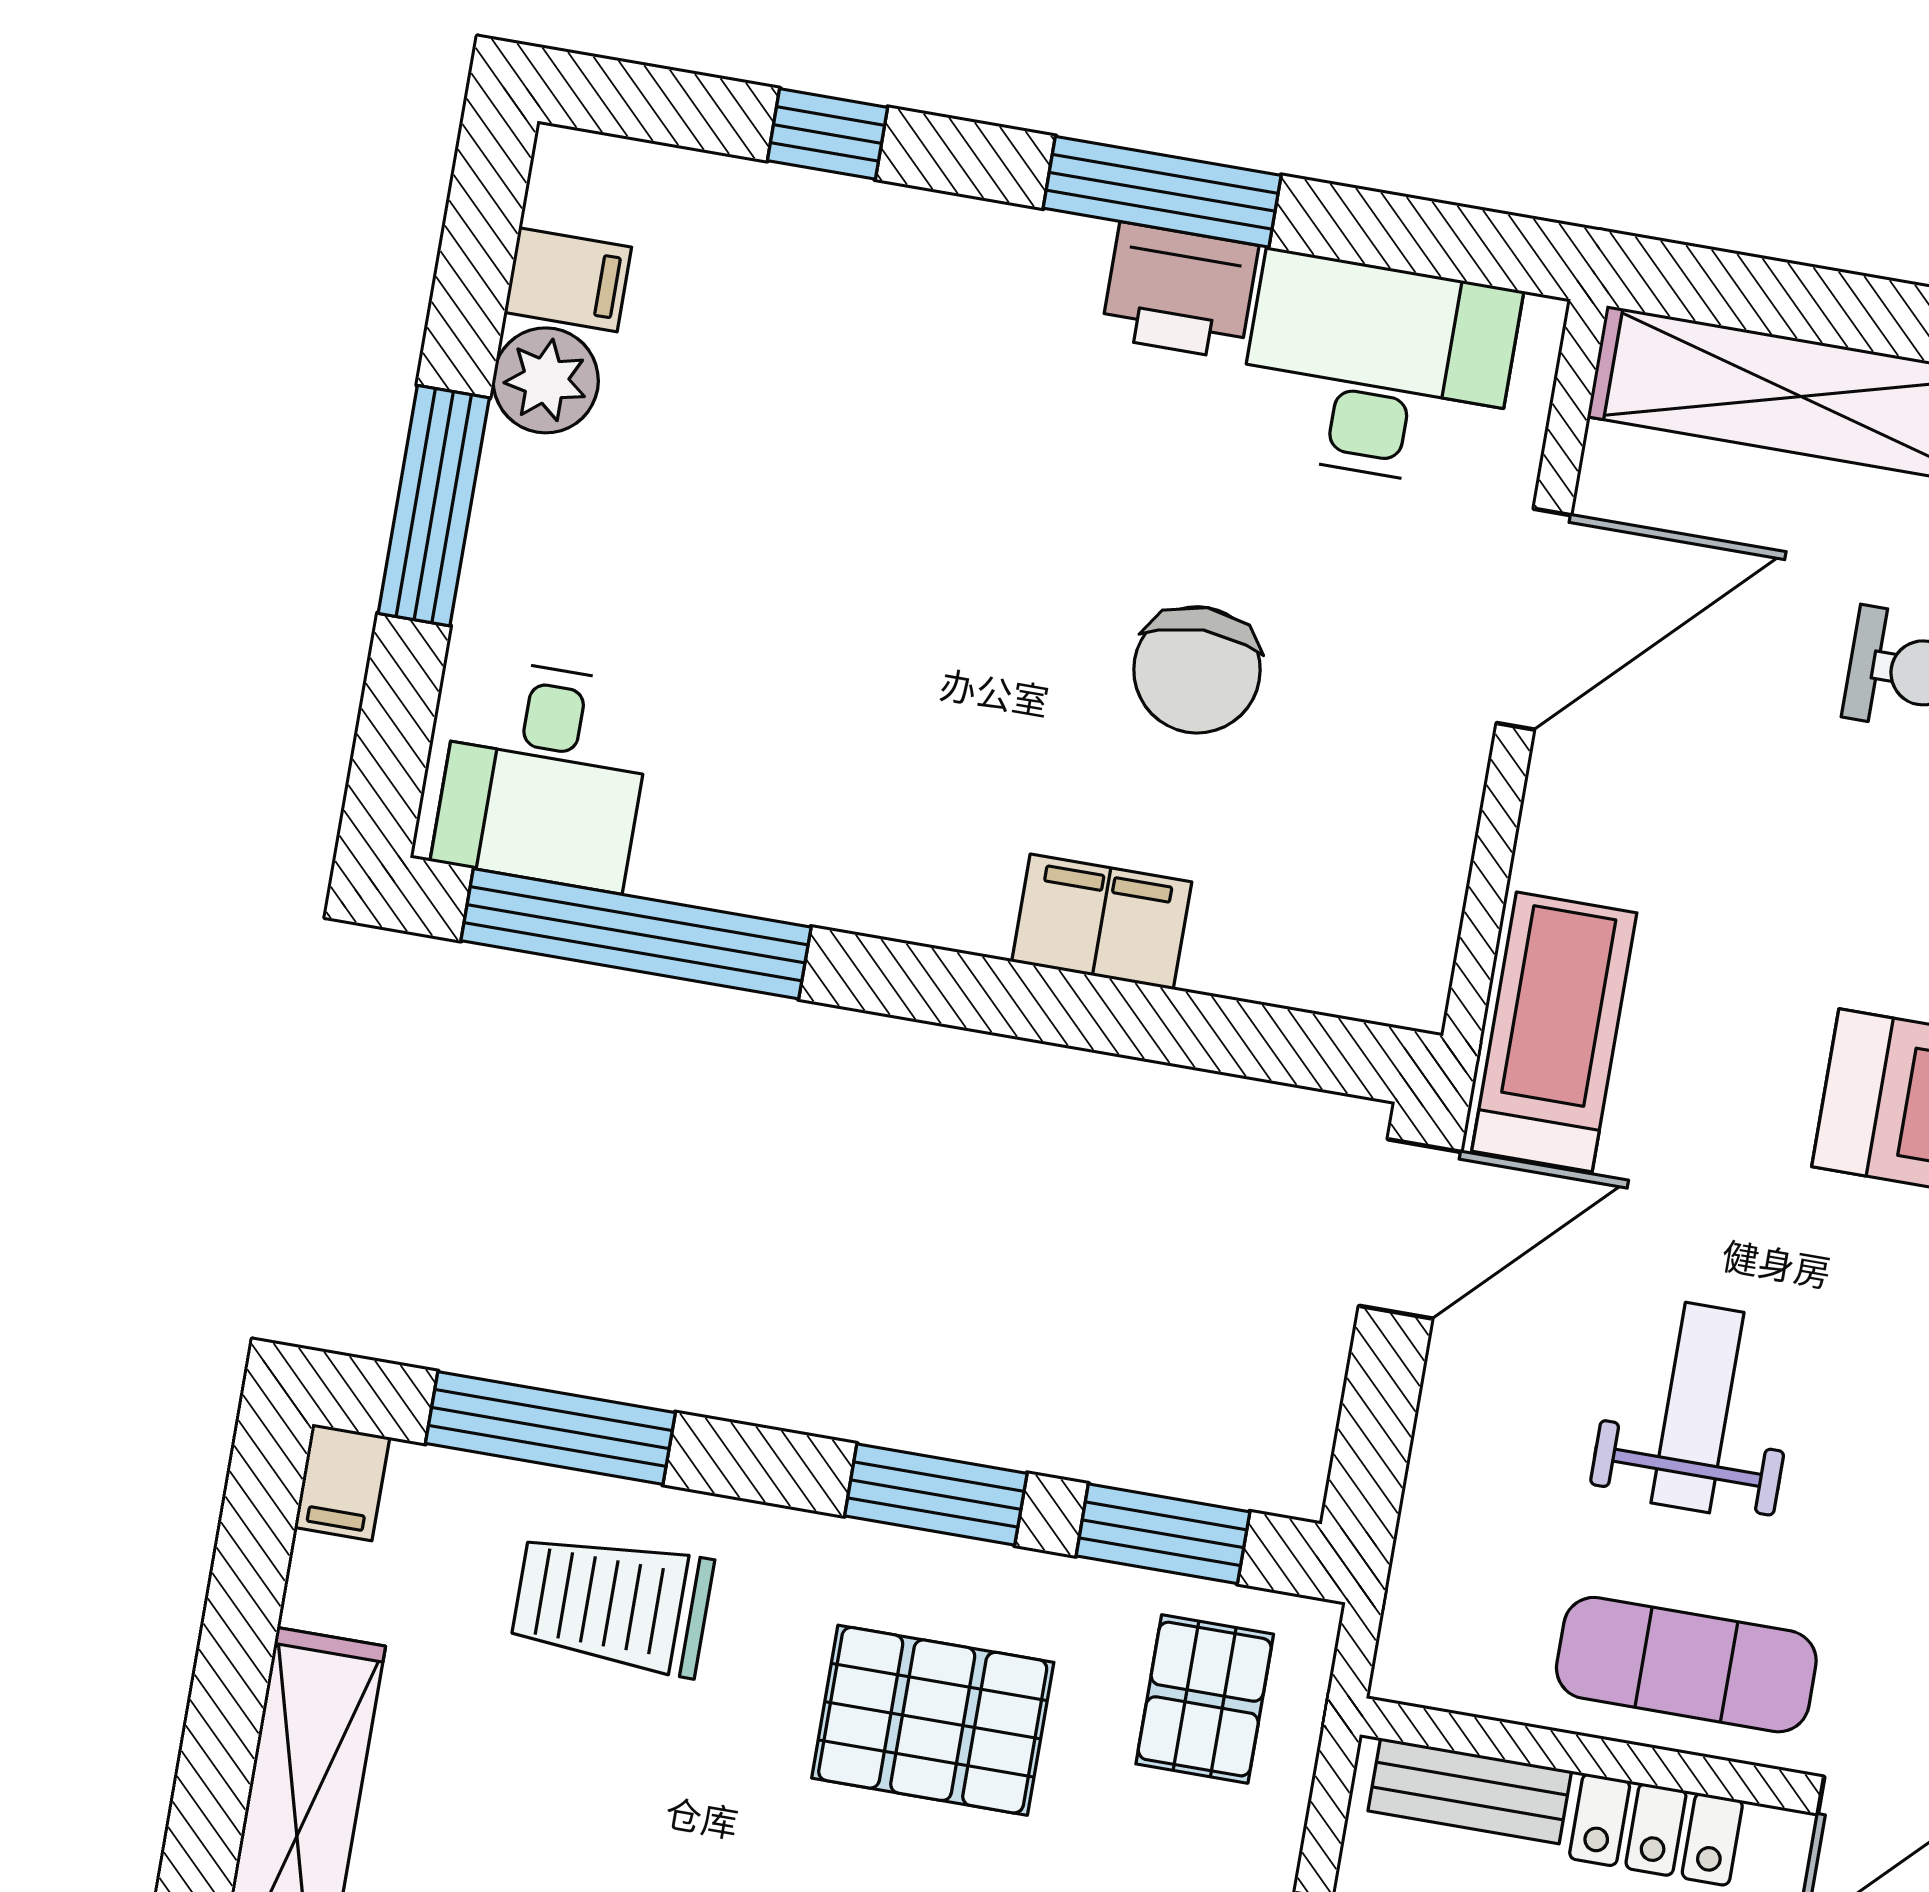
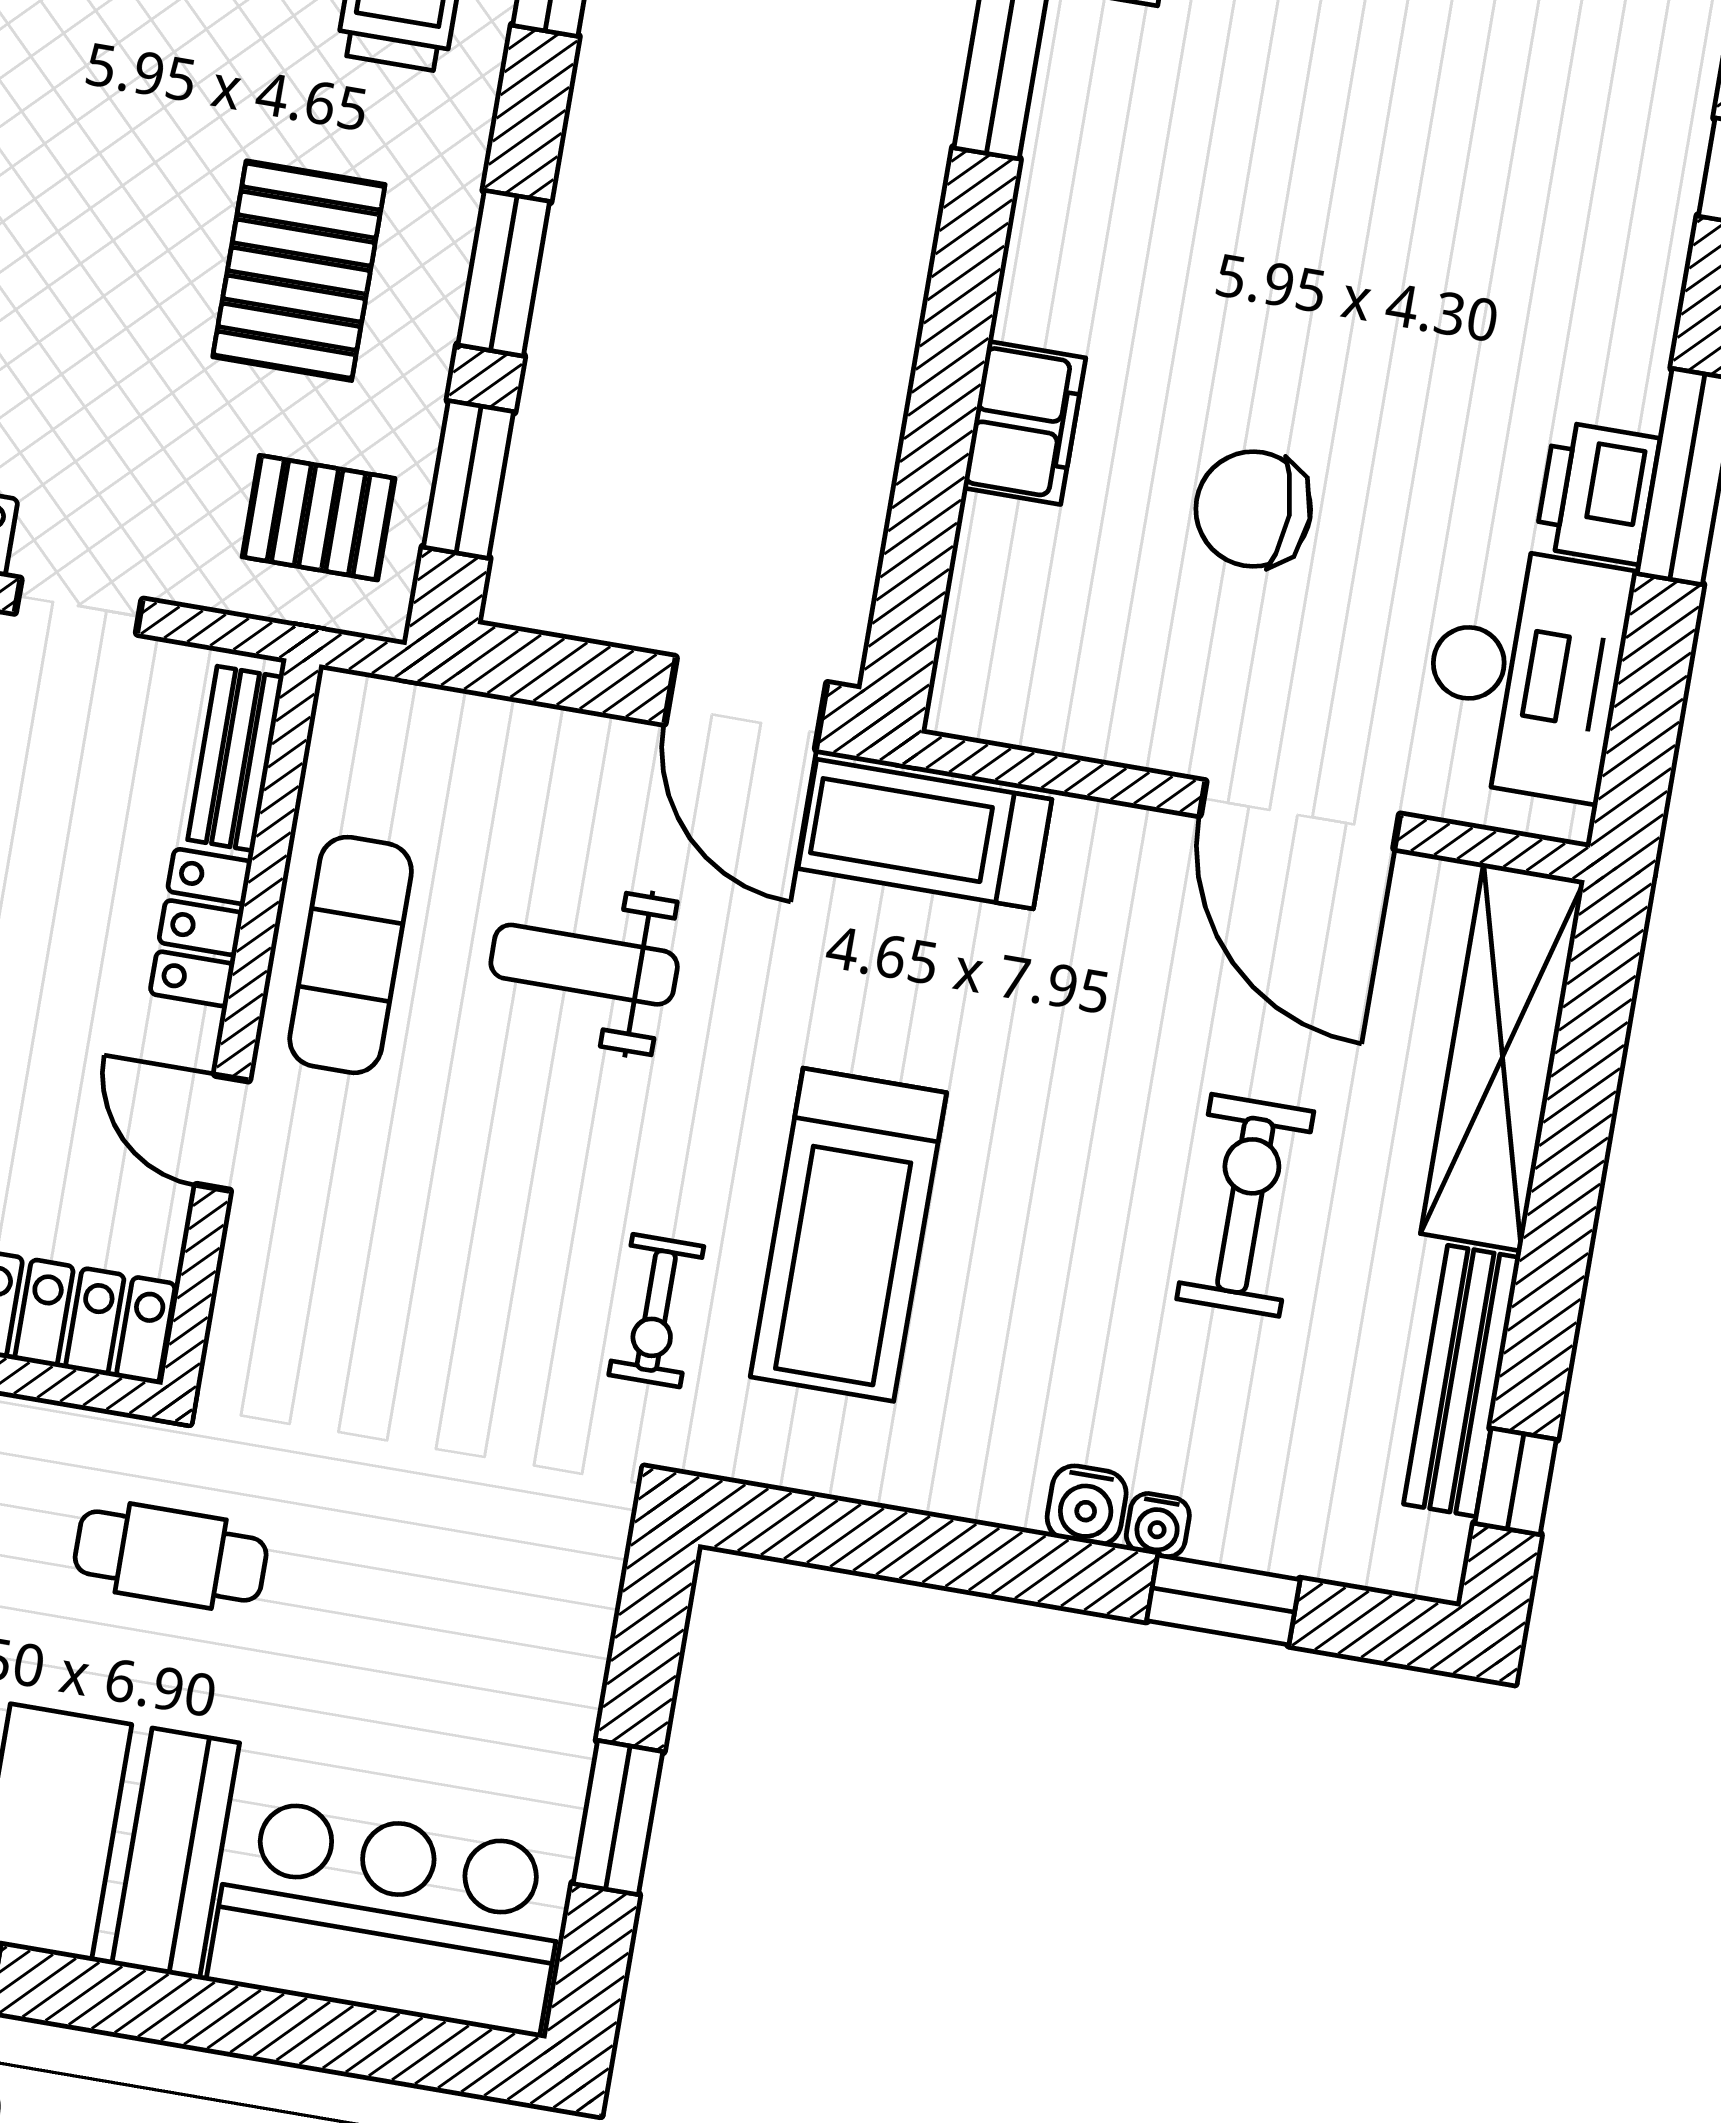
treadmill: (1554, 1032) -> (925, 834), turned 180
weight bench: (1697, 1408) -> (584, 965), turned 180

